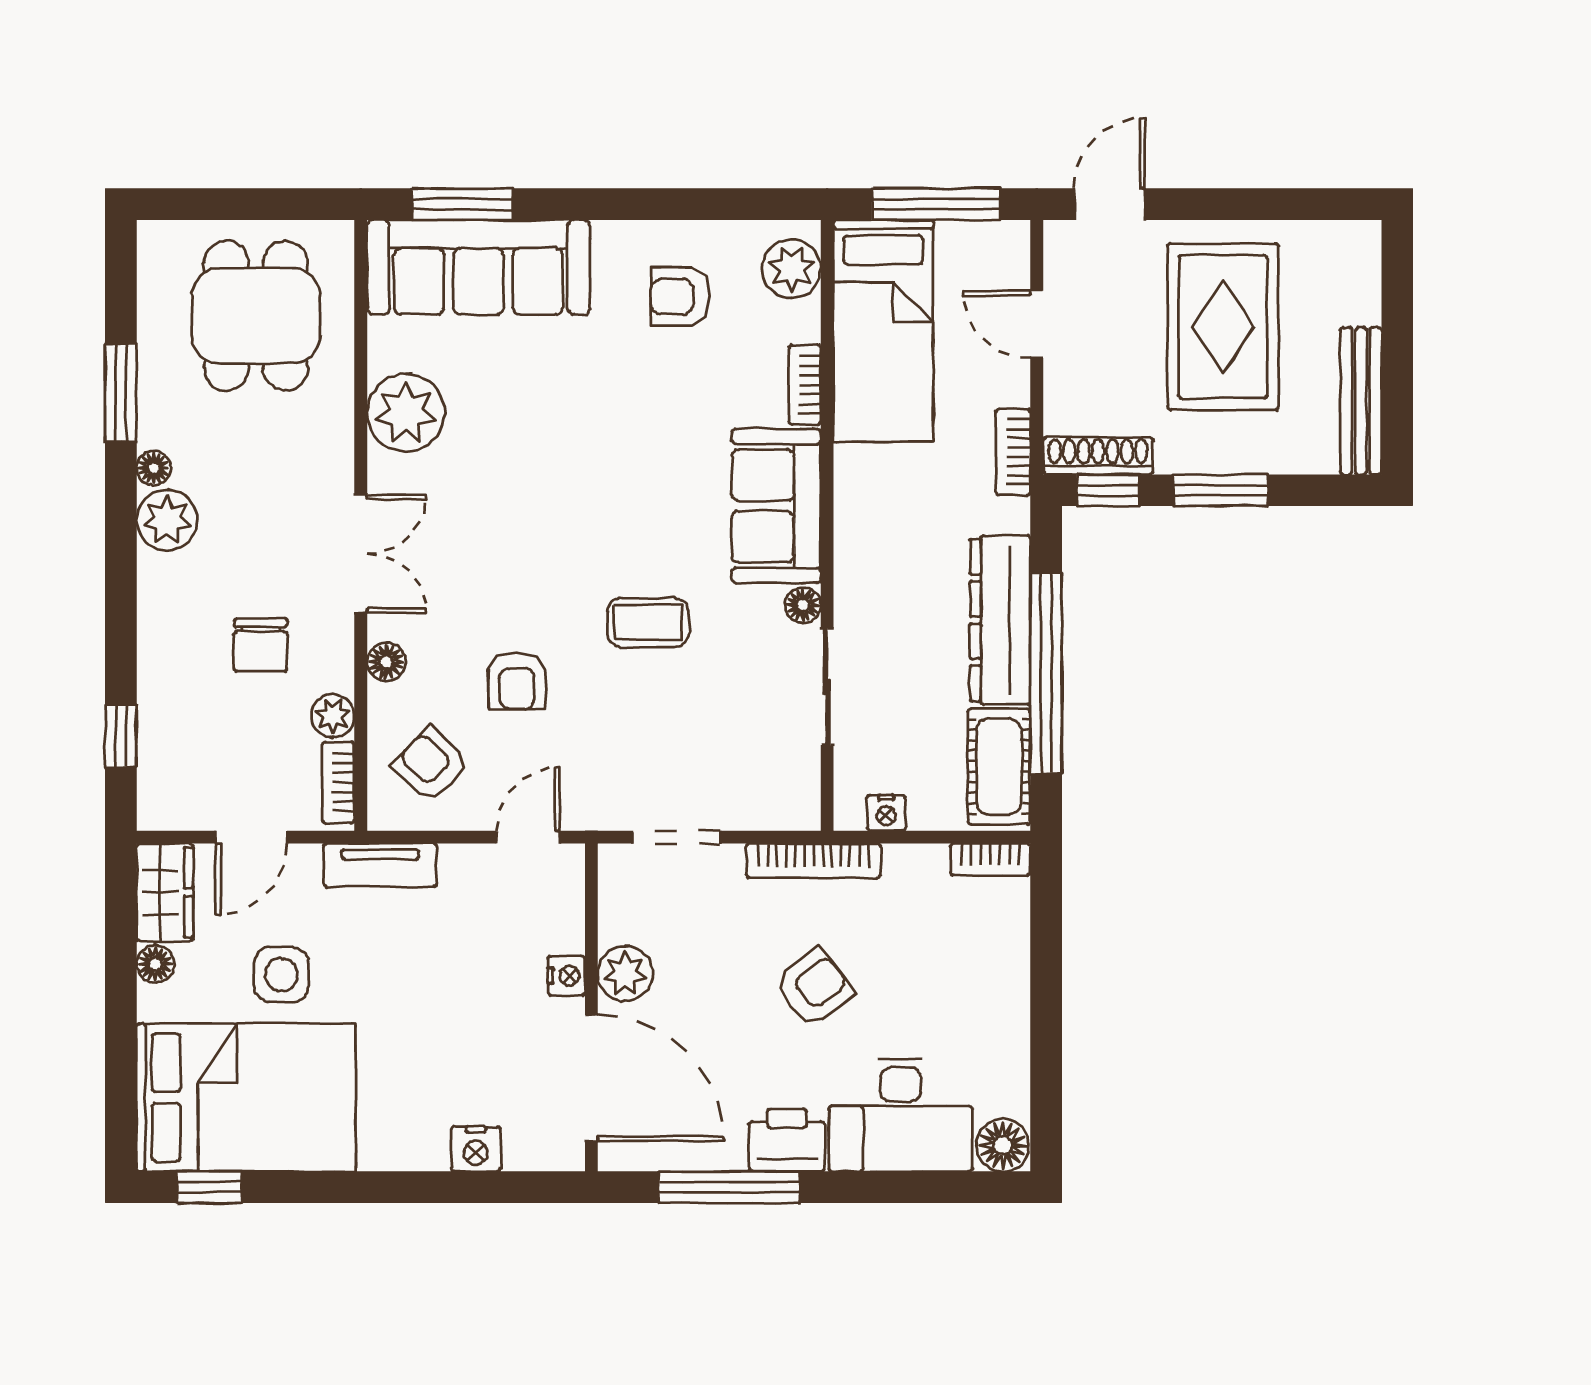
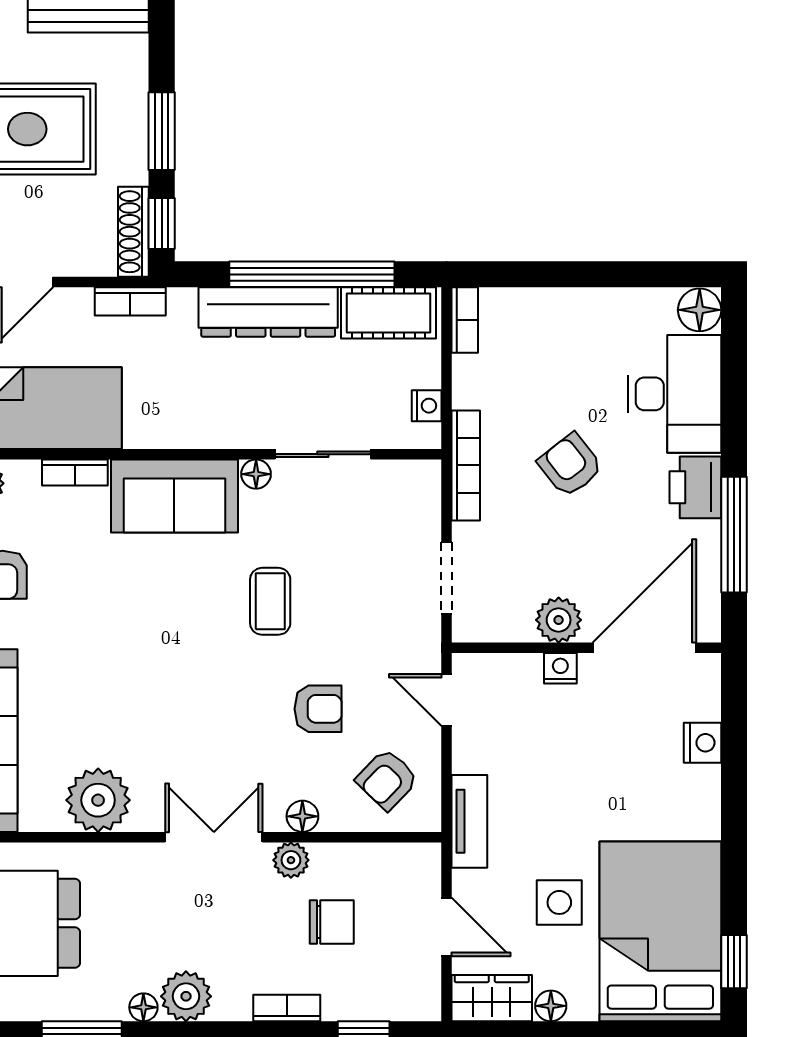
chair: (261, 645) -> (332, 922), moved
plant: (333, 716) -> (291, 860), moved
bookcase: (338, 782) -> (287, 1008), moved, turned 180

